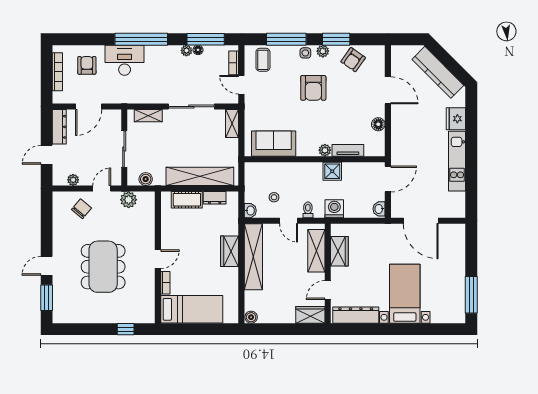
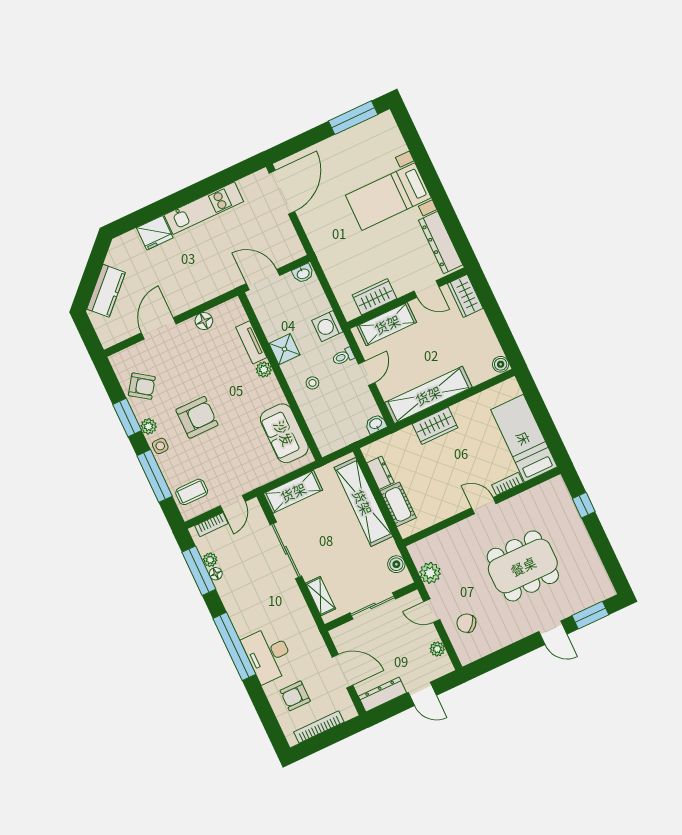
plant: (186, 51) -> (210, 560), moved
kitchen counter: (438, 72) -> (106, 291), width x0.67
shelving: (232, 124) -> (293, 492), width x1.50, depth x1.33
stool: (274, 197) -> (312, 383), moved
door: (421, 221) -> (282, 192), moved

